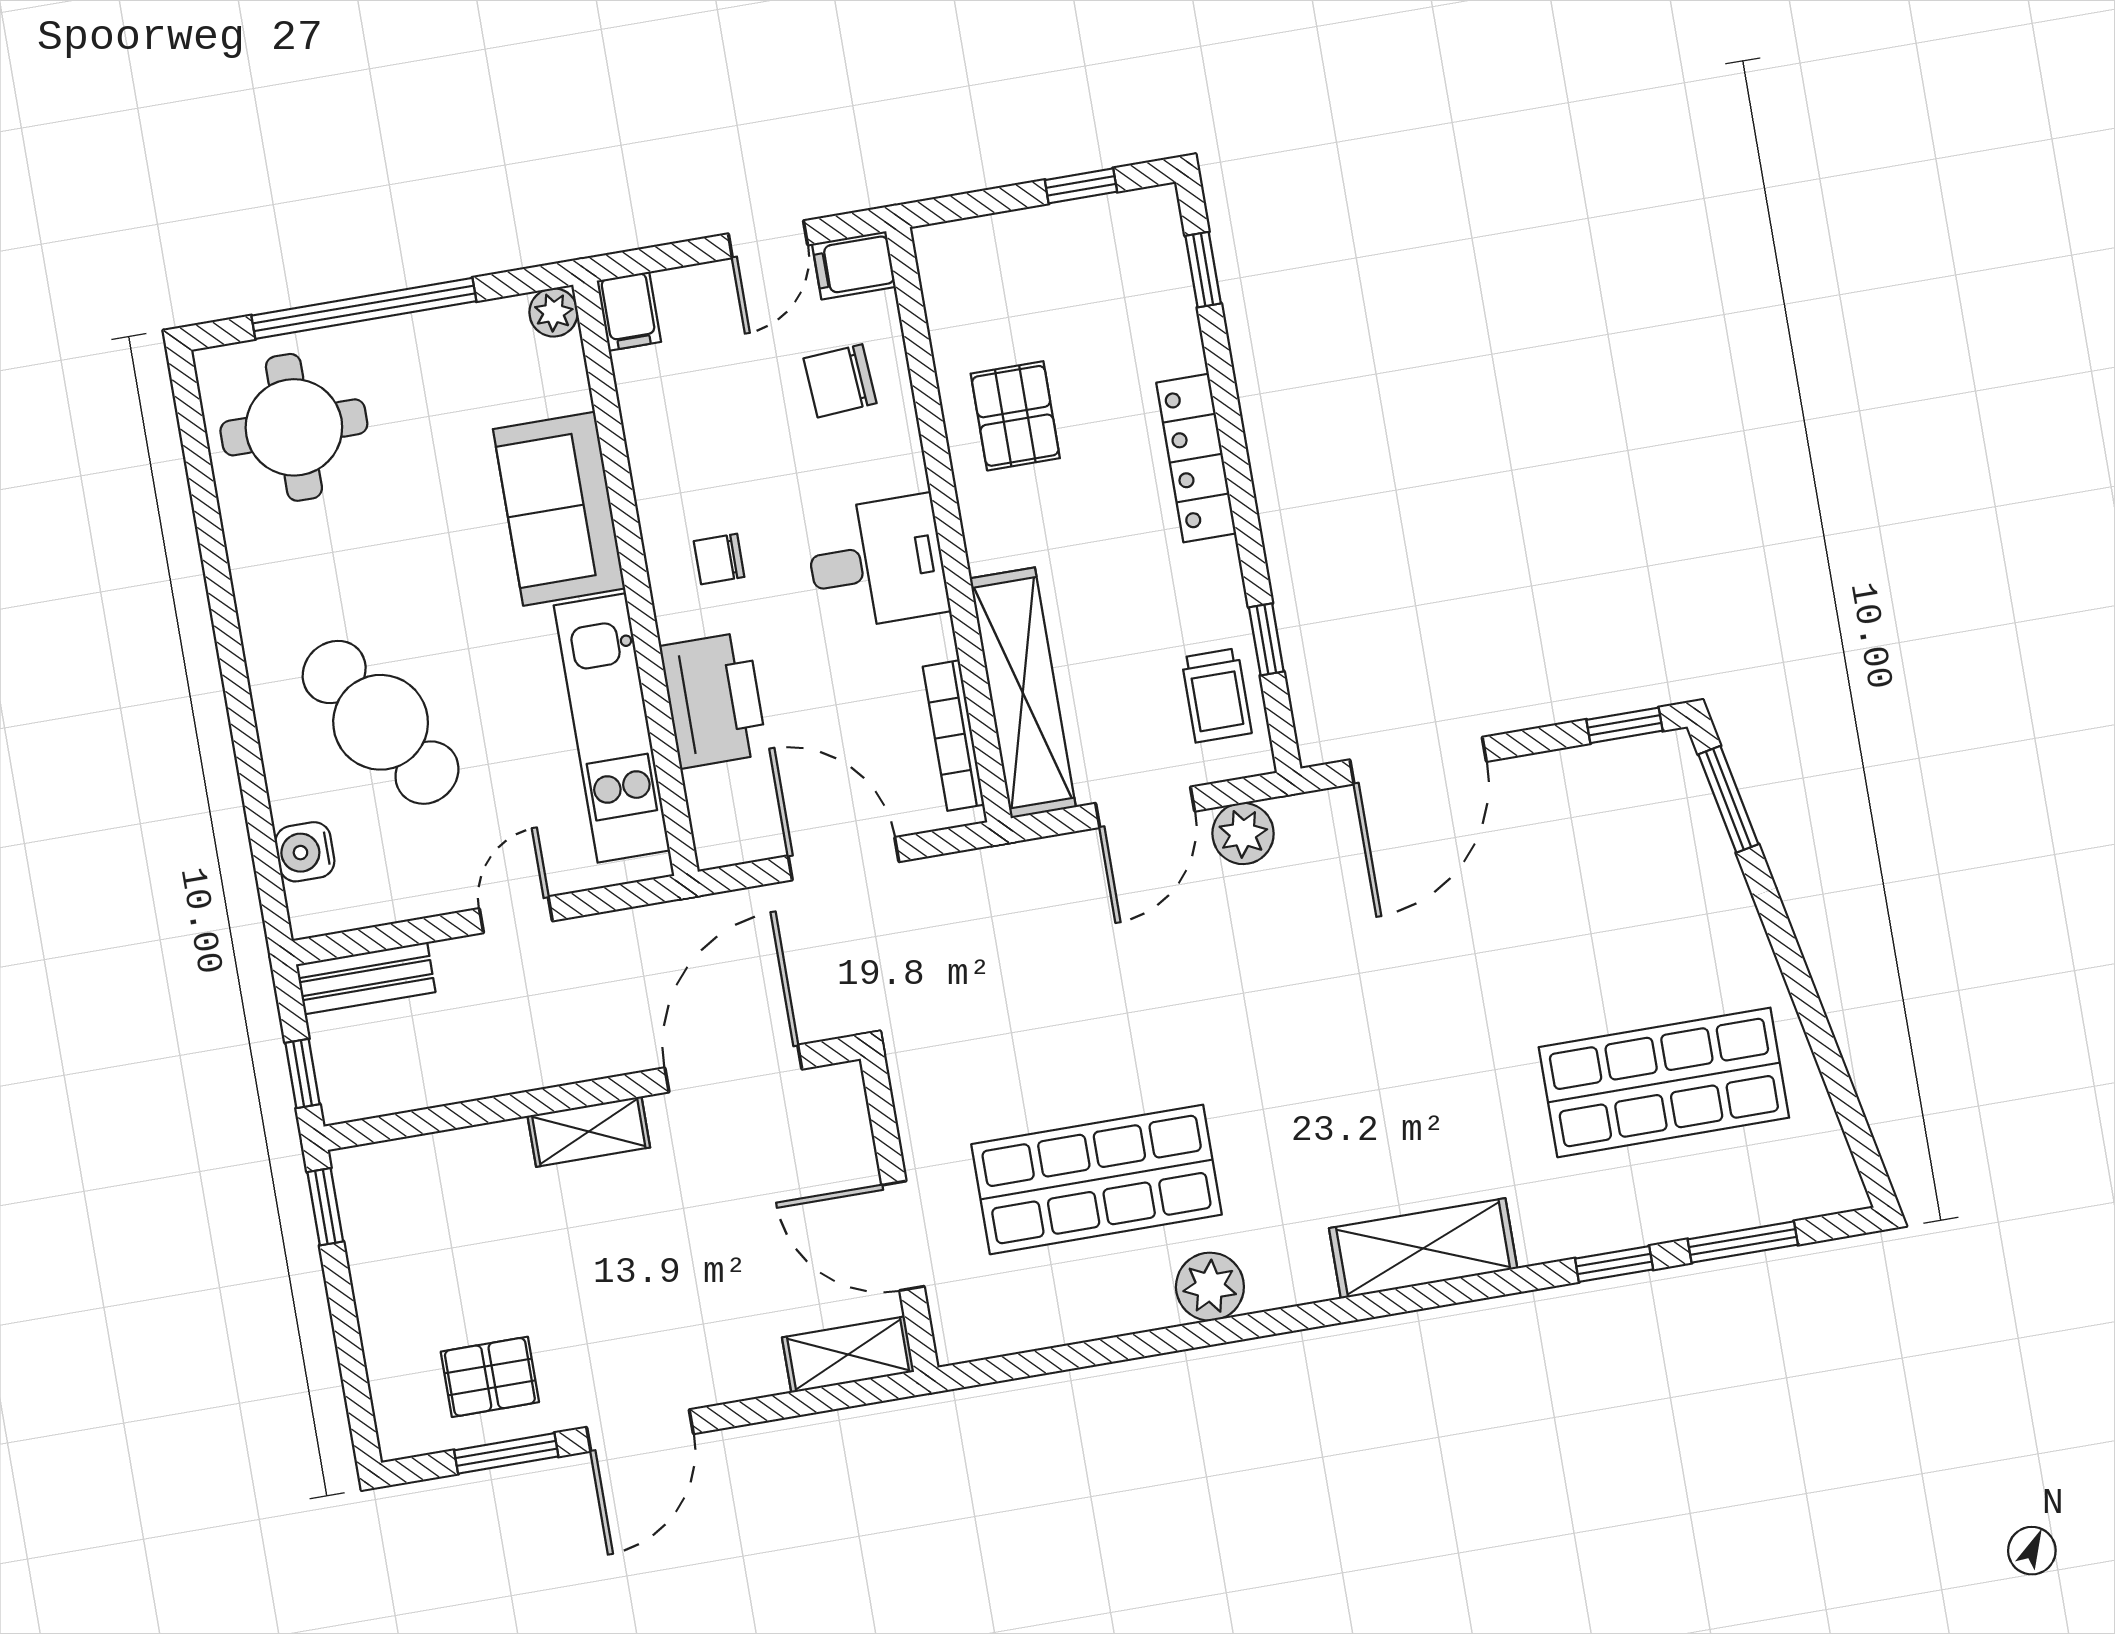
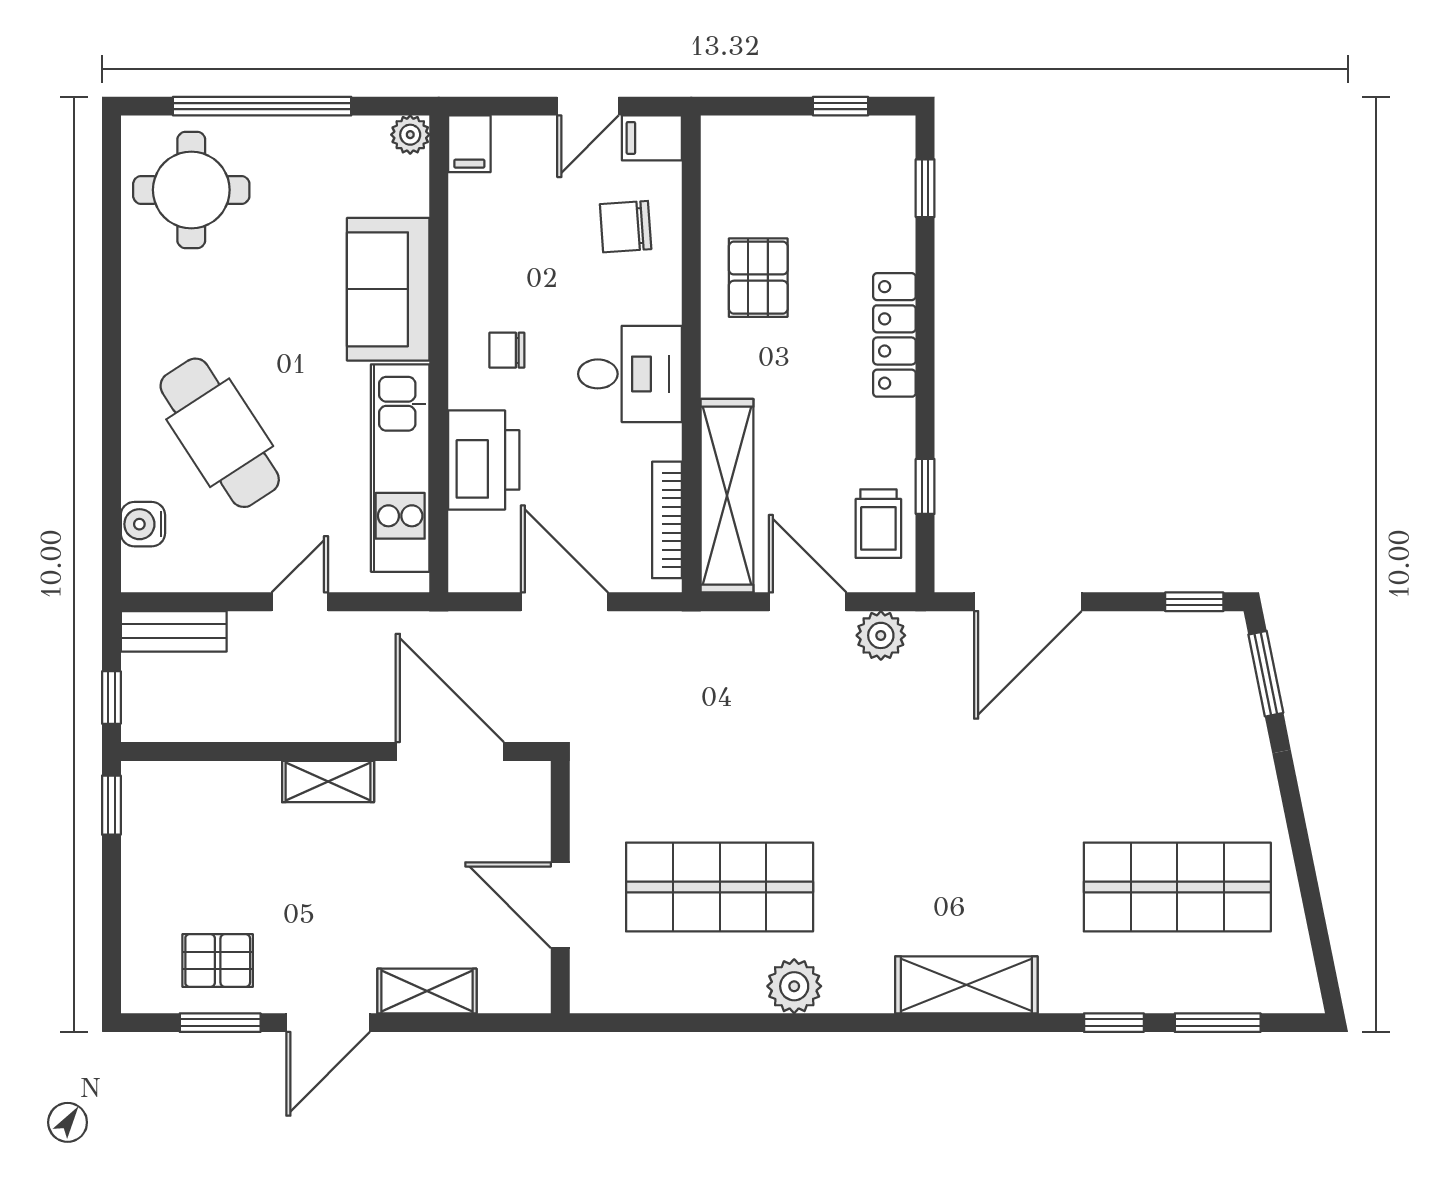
door: (1145, 807) -> (808, 602), swing flipped
door: (733, 1069) -> (450, 751), hinge flipped
shelving: (848, 1355) -> (427, 991), moved

